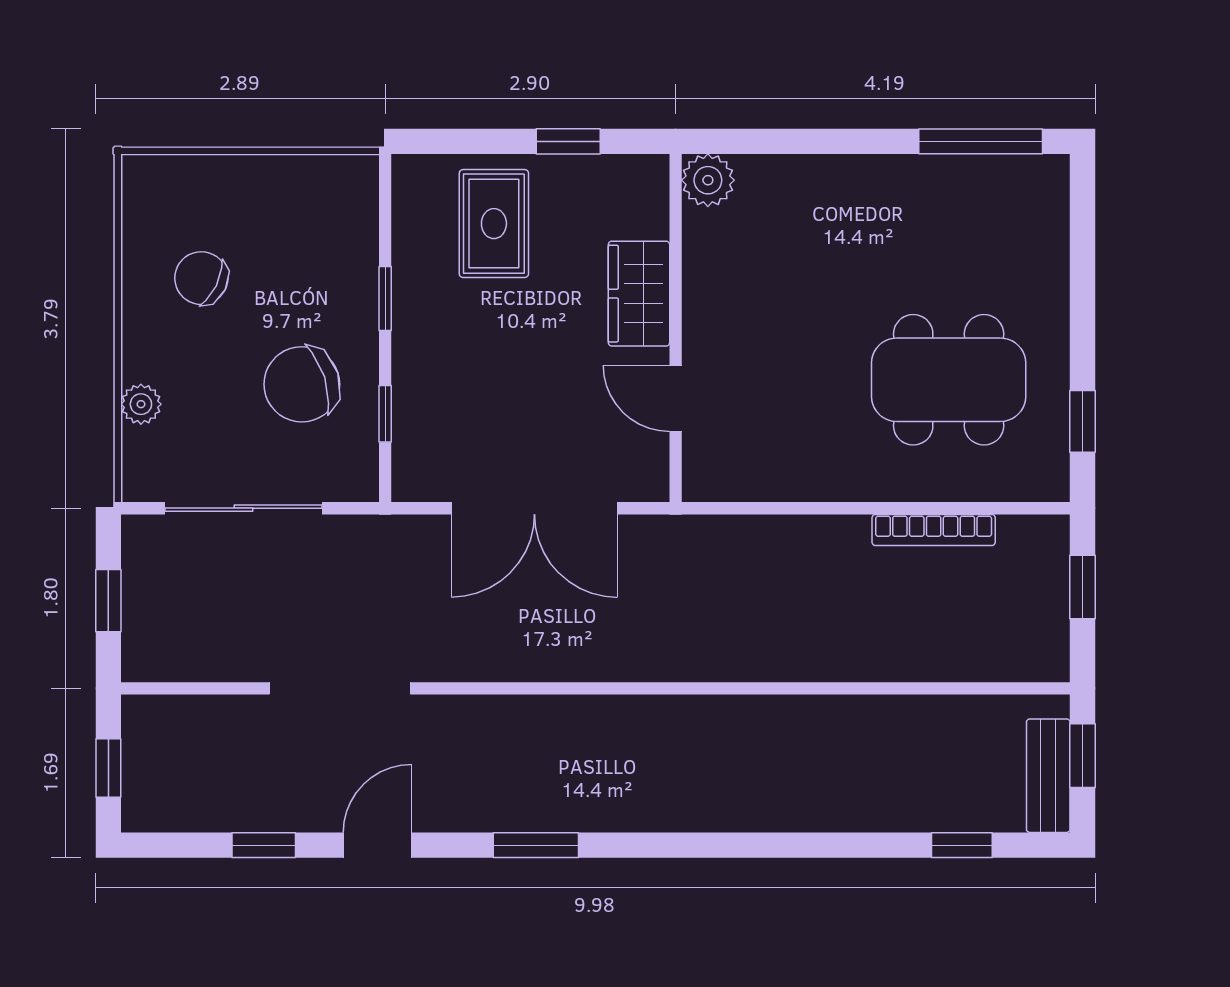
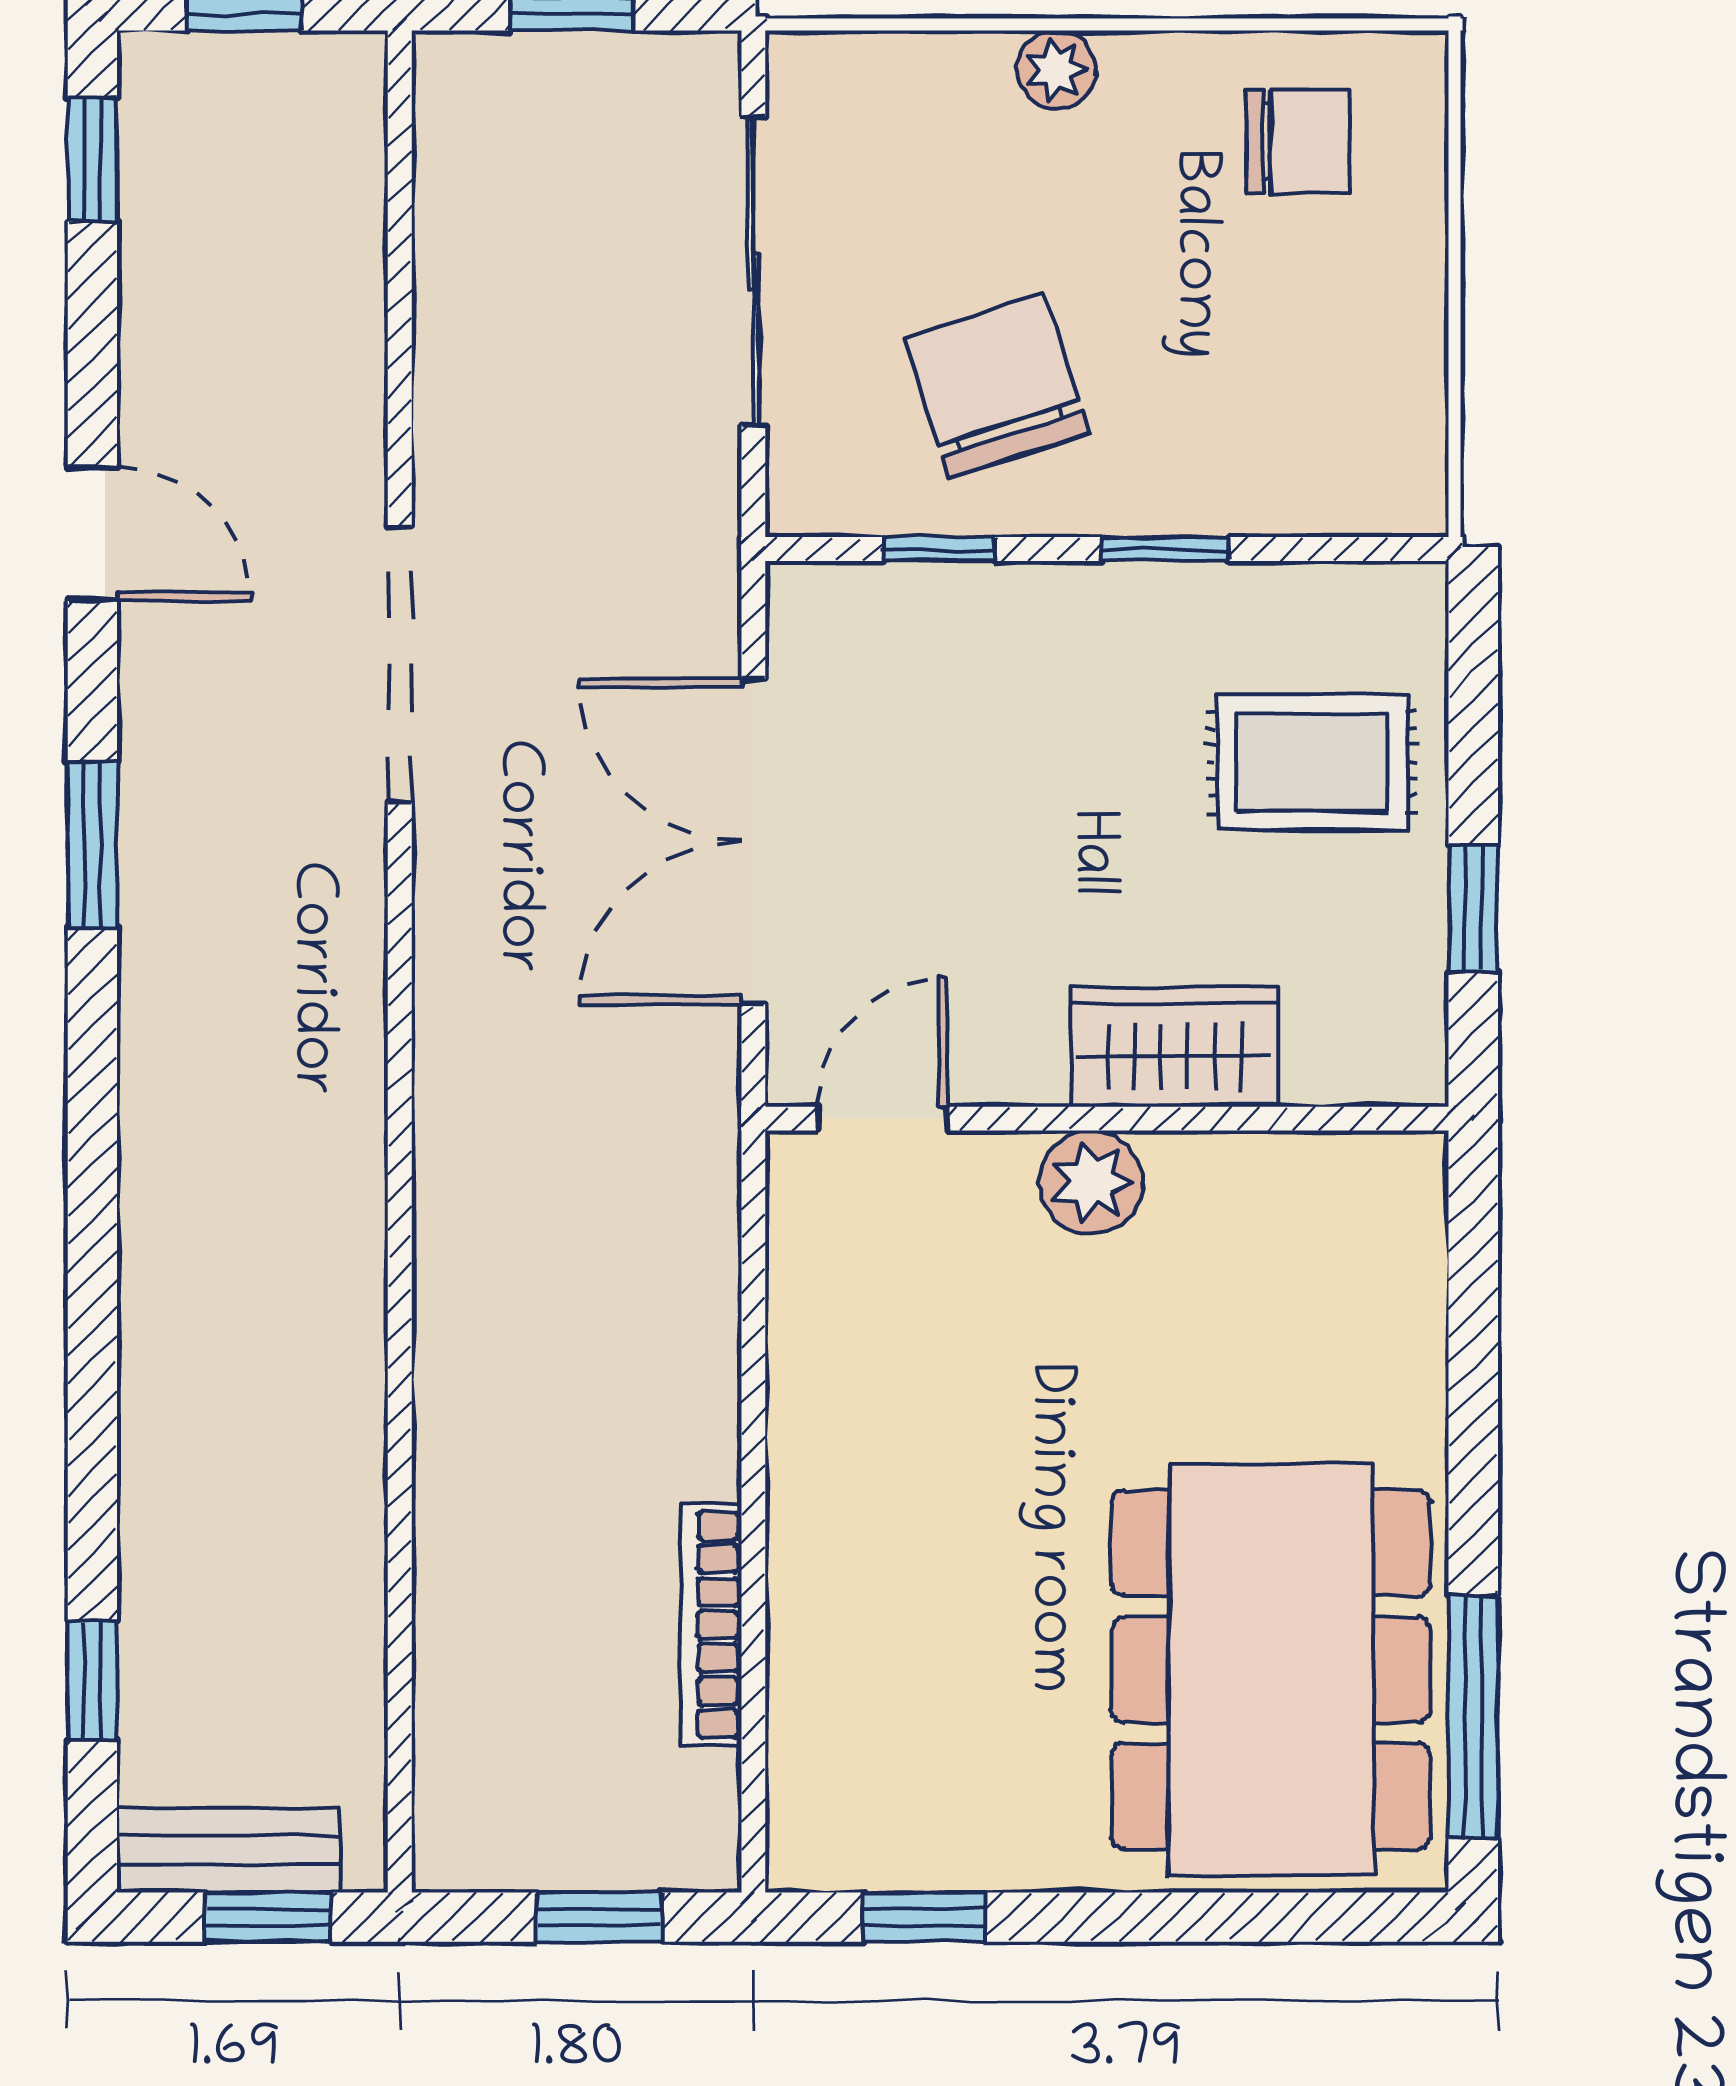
plant: (708, 180) -> (1091, 1182), moved
chair: (201, 278) -> (1298, 141), moved, turned 64
dining table: (949, 380) -> (1271, 1670), moved, width x1.36, depth x1.24
door: (676, 398) -> (882, 1119), moved
plant: (141, 404) -> (1056, 70), moved
doorway: (340, 688) -> (400, 665), moved
window: (264, 845) -> (92, 160), moved

